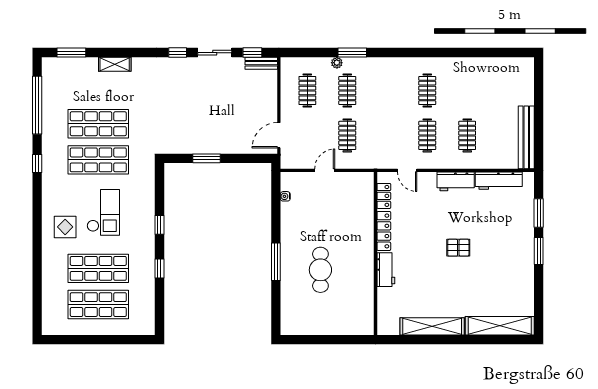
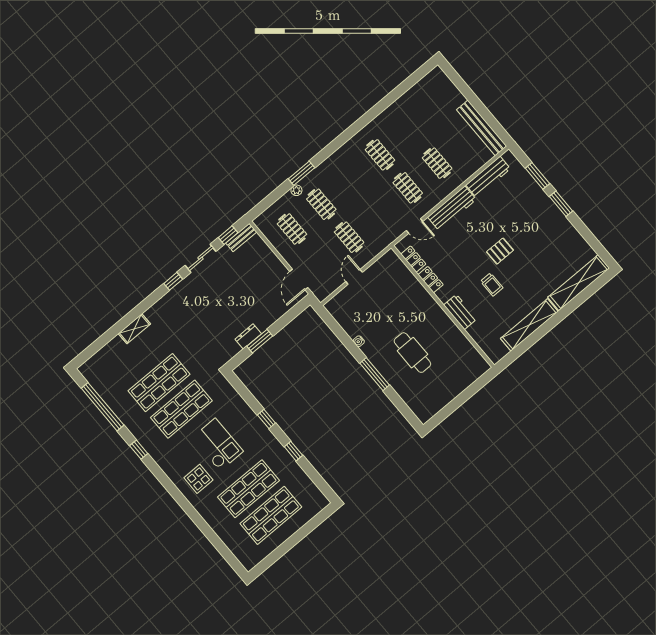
window: (71, 53) -> (95, 347), removed
dresser: (200, 147) -> (248, 336), added
workbench: (456, 181) -> (452, 208), width x1.37
water cooler: (285, 196) -> (359, 341), moved
locker: (384, 231) -> (431, 280), width x0.66
trolley: (429, 269) -> (492, 285), added

